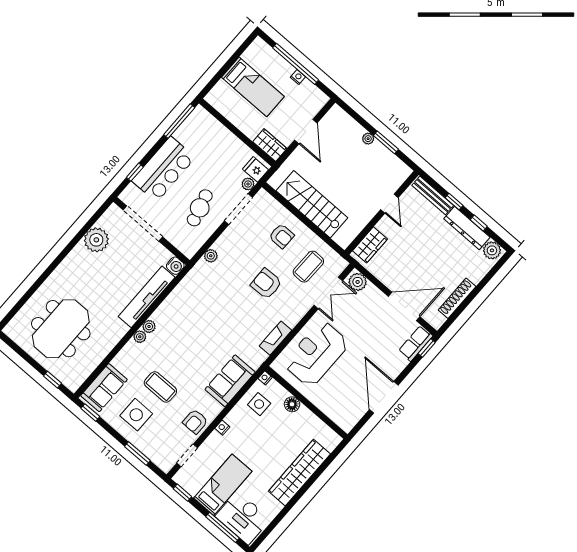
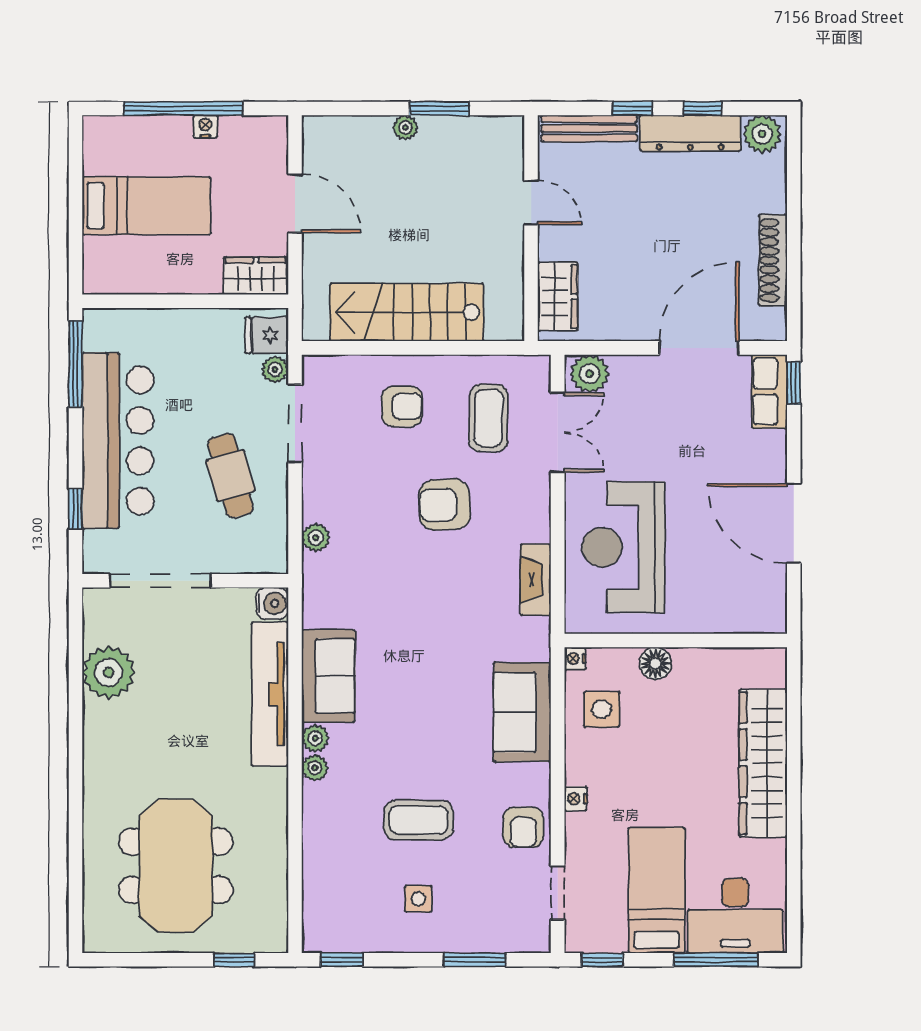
bar counter: (164, 169) -> (118, 441), width x1.36
sofa: (104, 388) -> (328, 676), moved
side table: (136, 415) -> (418, 899), width x0.54, depth x0.54

